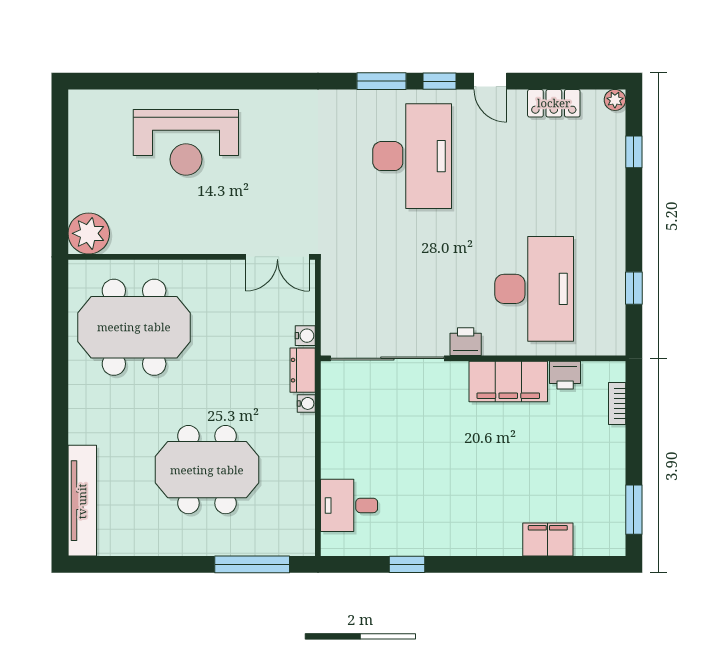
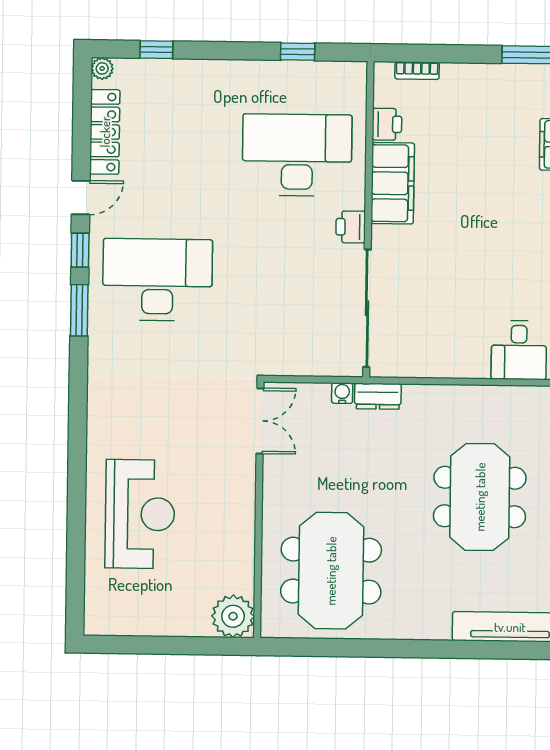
locker: (554, 103) -> (105, 132), width x1.53
water cooler: (306, 403) -> (413, 393), removed

